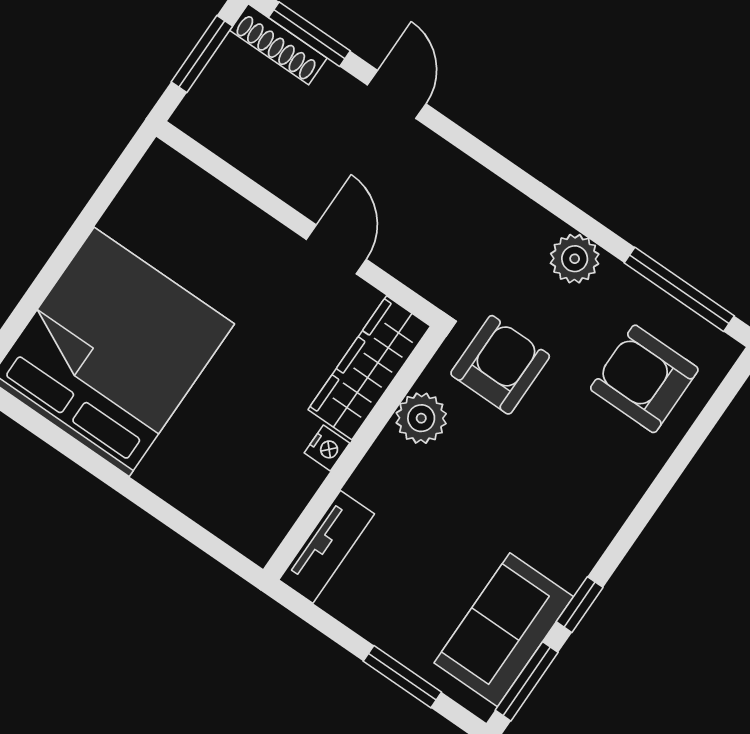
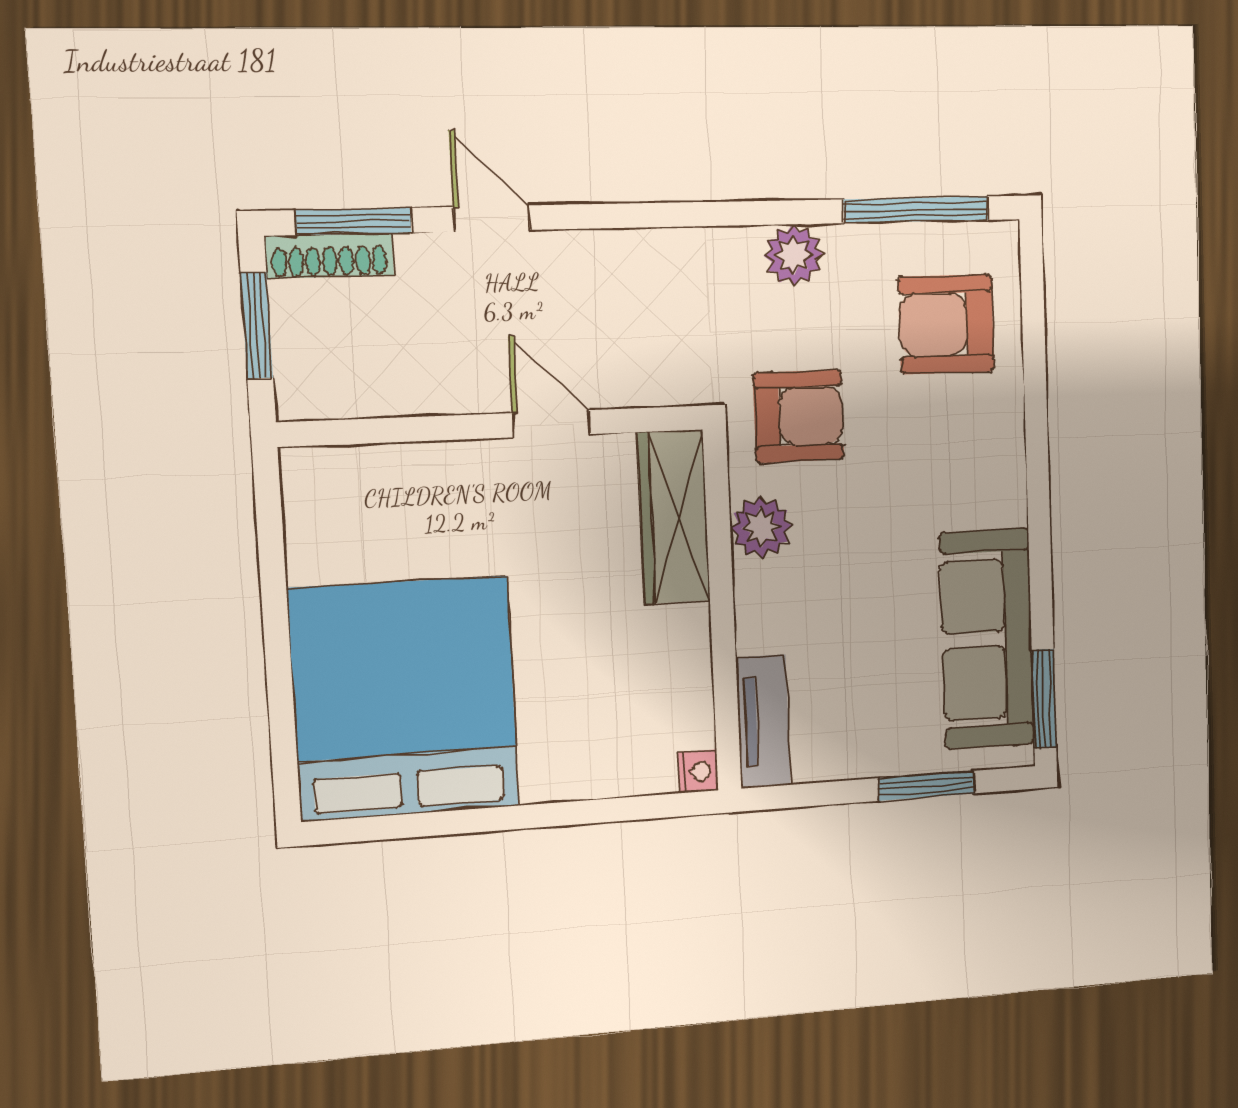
armchair: (500, 365) -> (799, 416), turned 90
nightstand: (327, 448) -> (698, 771), moved
window: (580, 605) -> (1041, 589), removed
sofa: (504, 630) -> (987, 639), width x1.36

